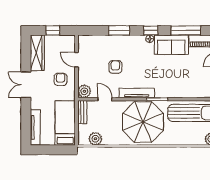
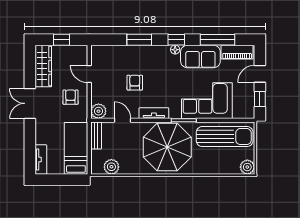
corner sofa: (177, 82) -> (207, 101), added
tv unit: (137, 93) -> (154, 113), width x0.71
tv unit: (35, 127) -> (41, 160), width x0.71

